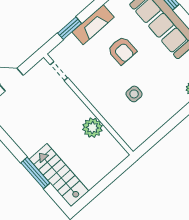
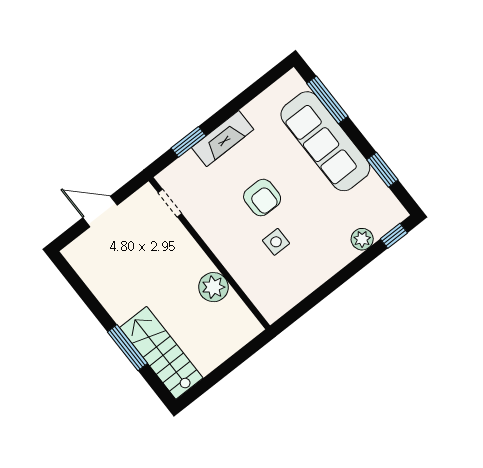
armchair: (122, 50) -> (262, 198), moved

